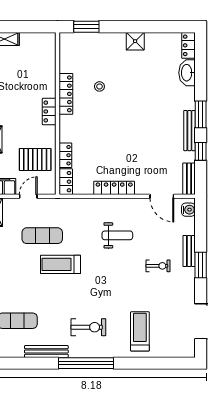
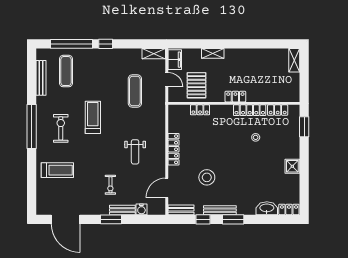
stool: (149, 147) -> (207, 177), added
locker: (66, 182) -> (278, 110), moved
water cooler: (188, 210) -> (141, 209), moved
treadmill: (61, 264) -> (93, 117), moved
exercise bike: (88, 327) -> (61, 128), turned 180
bench: (46, 351) -> (41, 78), moved

